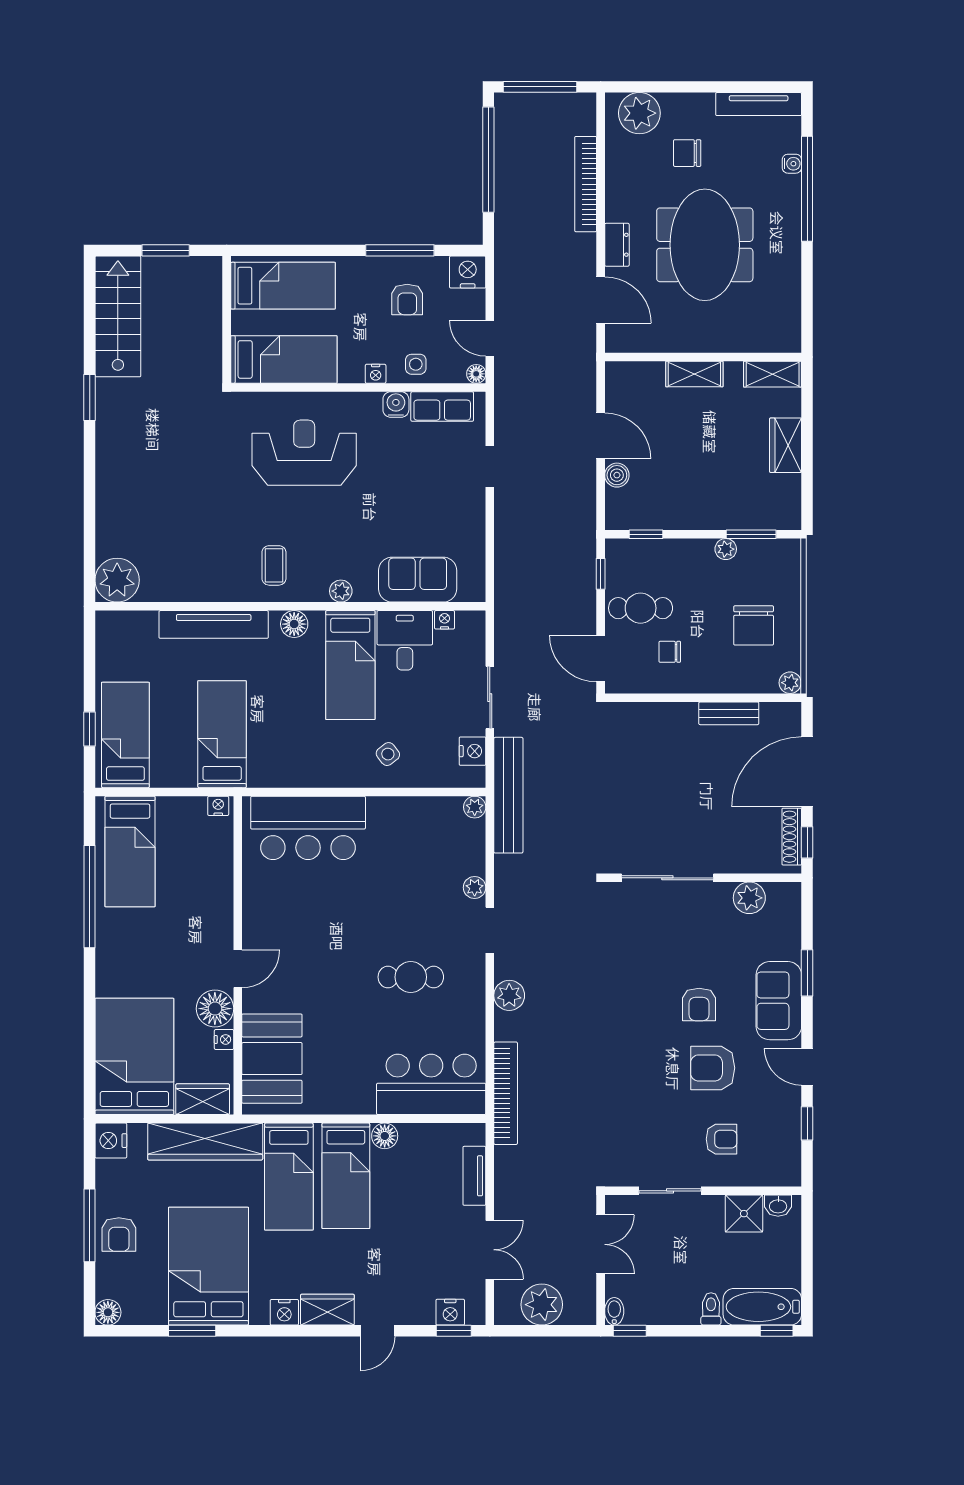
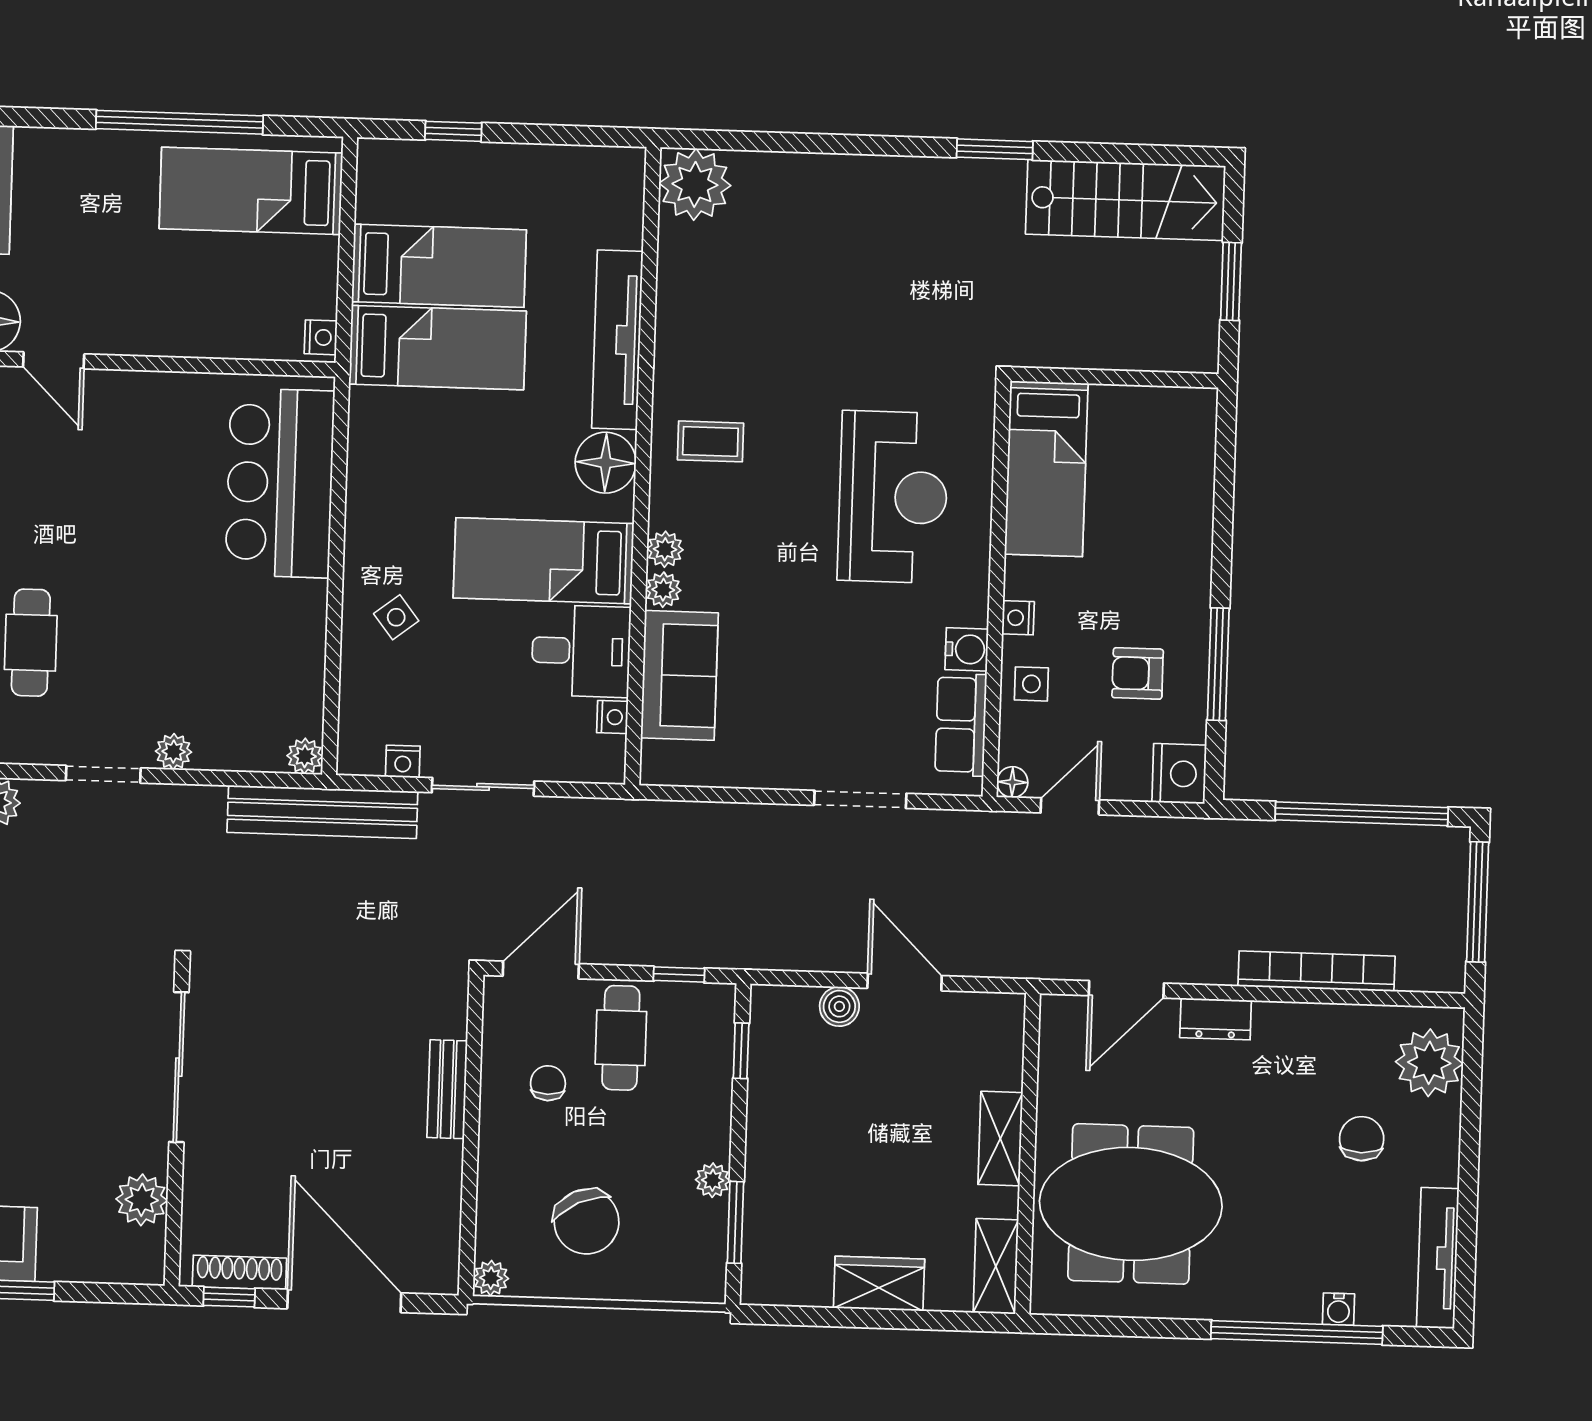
meeting table: (705, 245) -> (1131, 1204), moved
bed: (283, 286) -> (1167, 471), removed
door: (601, 436) -> (905, 982), swing flipped
doorway: (490, 467) -> (860, 799), width x1.38
plant: (366, 591) -> (663, 590), added
floor lamp: (294, 624) -> (606, 463), width x1.38, depth x1.38
chair: (754, 625) -> (586, 1222), turned -115
bench: (729, 713) -> (447, 1089), moved
bed: (125, 735) -> (439, 266), moved
nightstand: (472, 751) -> (403, 761), width x0.72, depth x0.74

